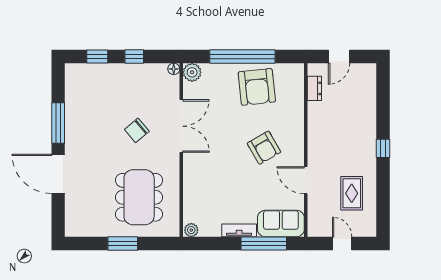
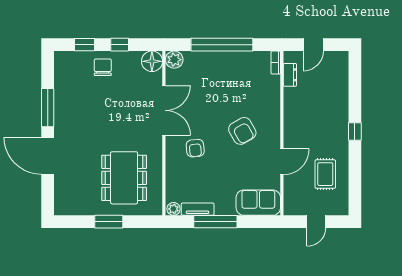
floor lamp: (174, 69) -> (152, 61), width x1.89, depth x1.89
bookcase: (299, 75) -> (276, 63), added
armchair: (257, 87) -> (195, 148), moved, width x0.53, depth x0.53
chair: (137, 130) -> (103, 67), moved, turned 130
door: (306, 180) -> (282, 162), swing flipped
tv unit: (239, 230) -> (198, 209), moved
window: (264, 244) -> (215, 222), moved
door: (342, 244) -> (316, 222), swing flipped

